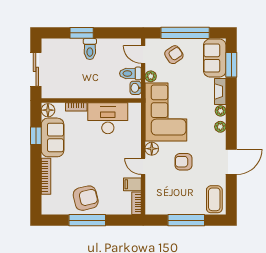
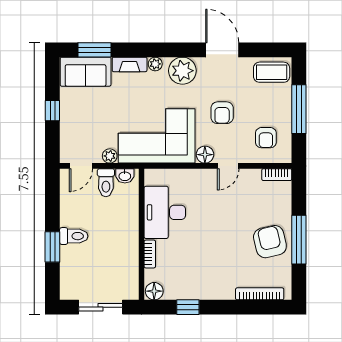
window: (185, 33) -> (52, 111), width x0.32
armchair: (174, 55) -> (266, 138), moved, turned -146
plant: (220, 127) -> (182, 71), width x1.87, depth x1.87
sofa: (53, 137) -> (190, 285), removed
bookcase: (46, 176) -> (260, 294), moved
filing cabinet: (132, 184) -> (252, 180), removed

